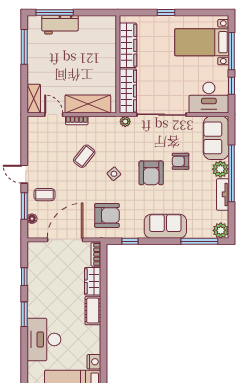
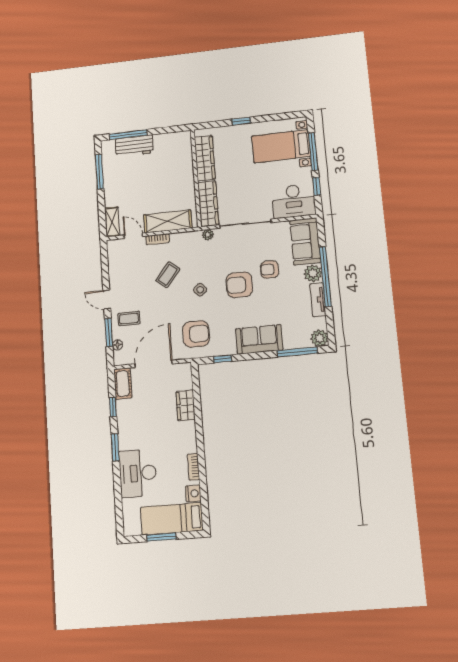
armchair: (151, 173) -> (239, 285), turned 90
bookcase: (96, 254) -> (194, 467), moved
cot: (93, 311) -> (123, 384), moved

